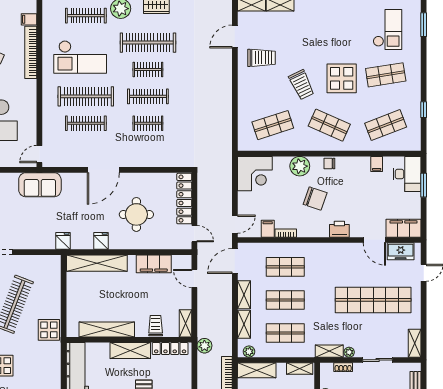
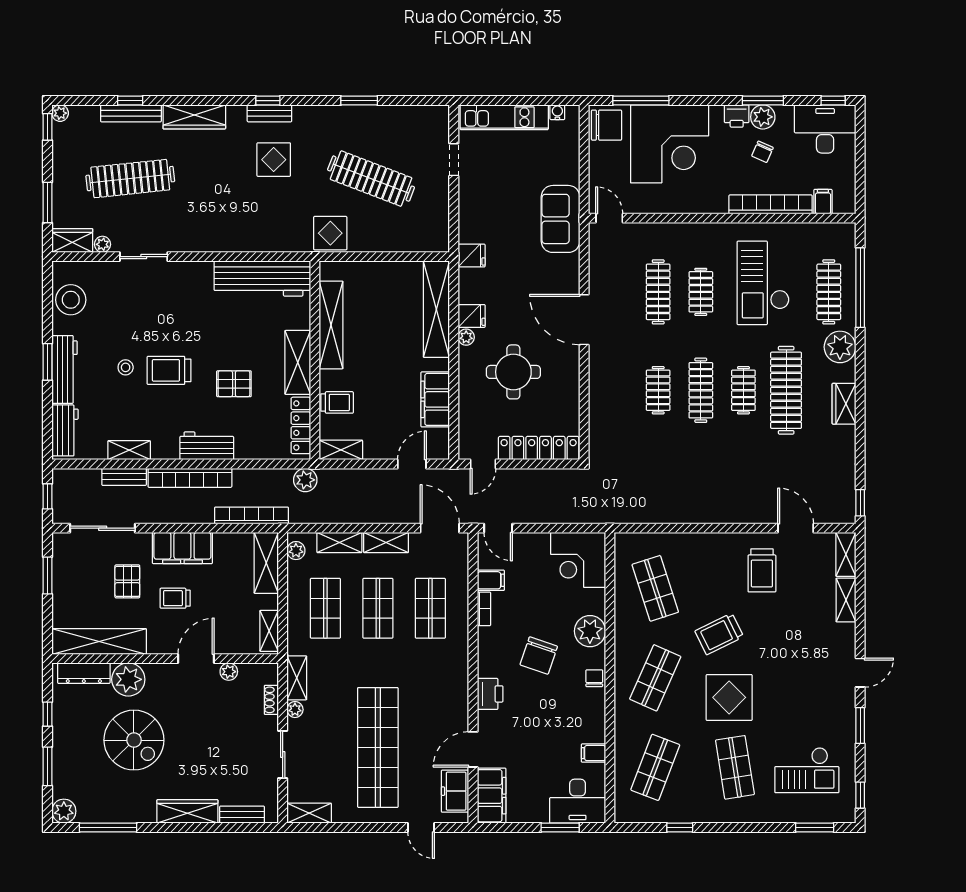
clothes rail: (86, 96) -> (701, 292), width x0.54, depth x0.76
shop shelf: (386, 125) -> (655, 767), turned 42
plant: (114, 244) -> (466, 337), added

